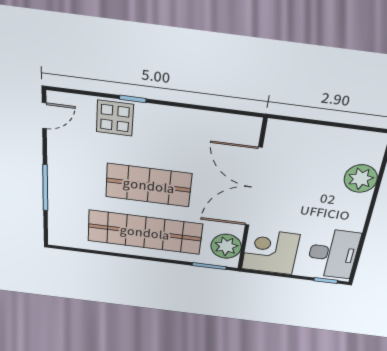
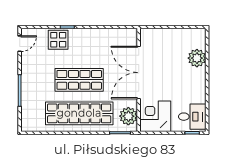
desk: (333, 254) -> (192, 117), width x0.73

